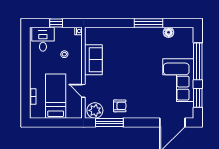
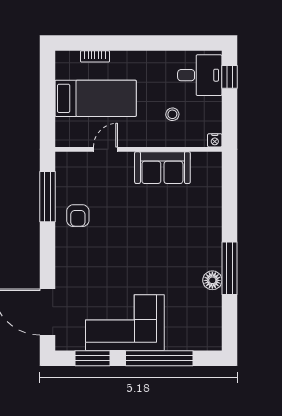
window: (56, 23) -> (229, 77), moved
floor lamp: (169, 32) -> (212, 280), moved
plant: (95, 110) -> (69, 170), removed

